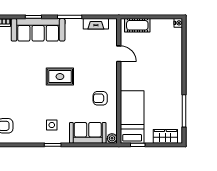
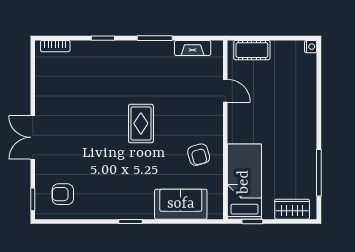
sofa: (38, 30) -> (110, 57), removed
rug: (60, 77) -> (141, 123), turned 90
armchair: (100, 98) -> (199, 155), turned -105
side table: (52, 125) -> (129, 193), removed
plant: (112, 138) -> (216, 212), removed

